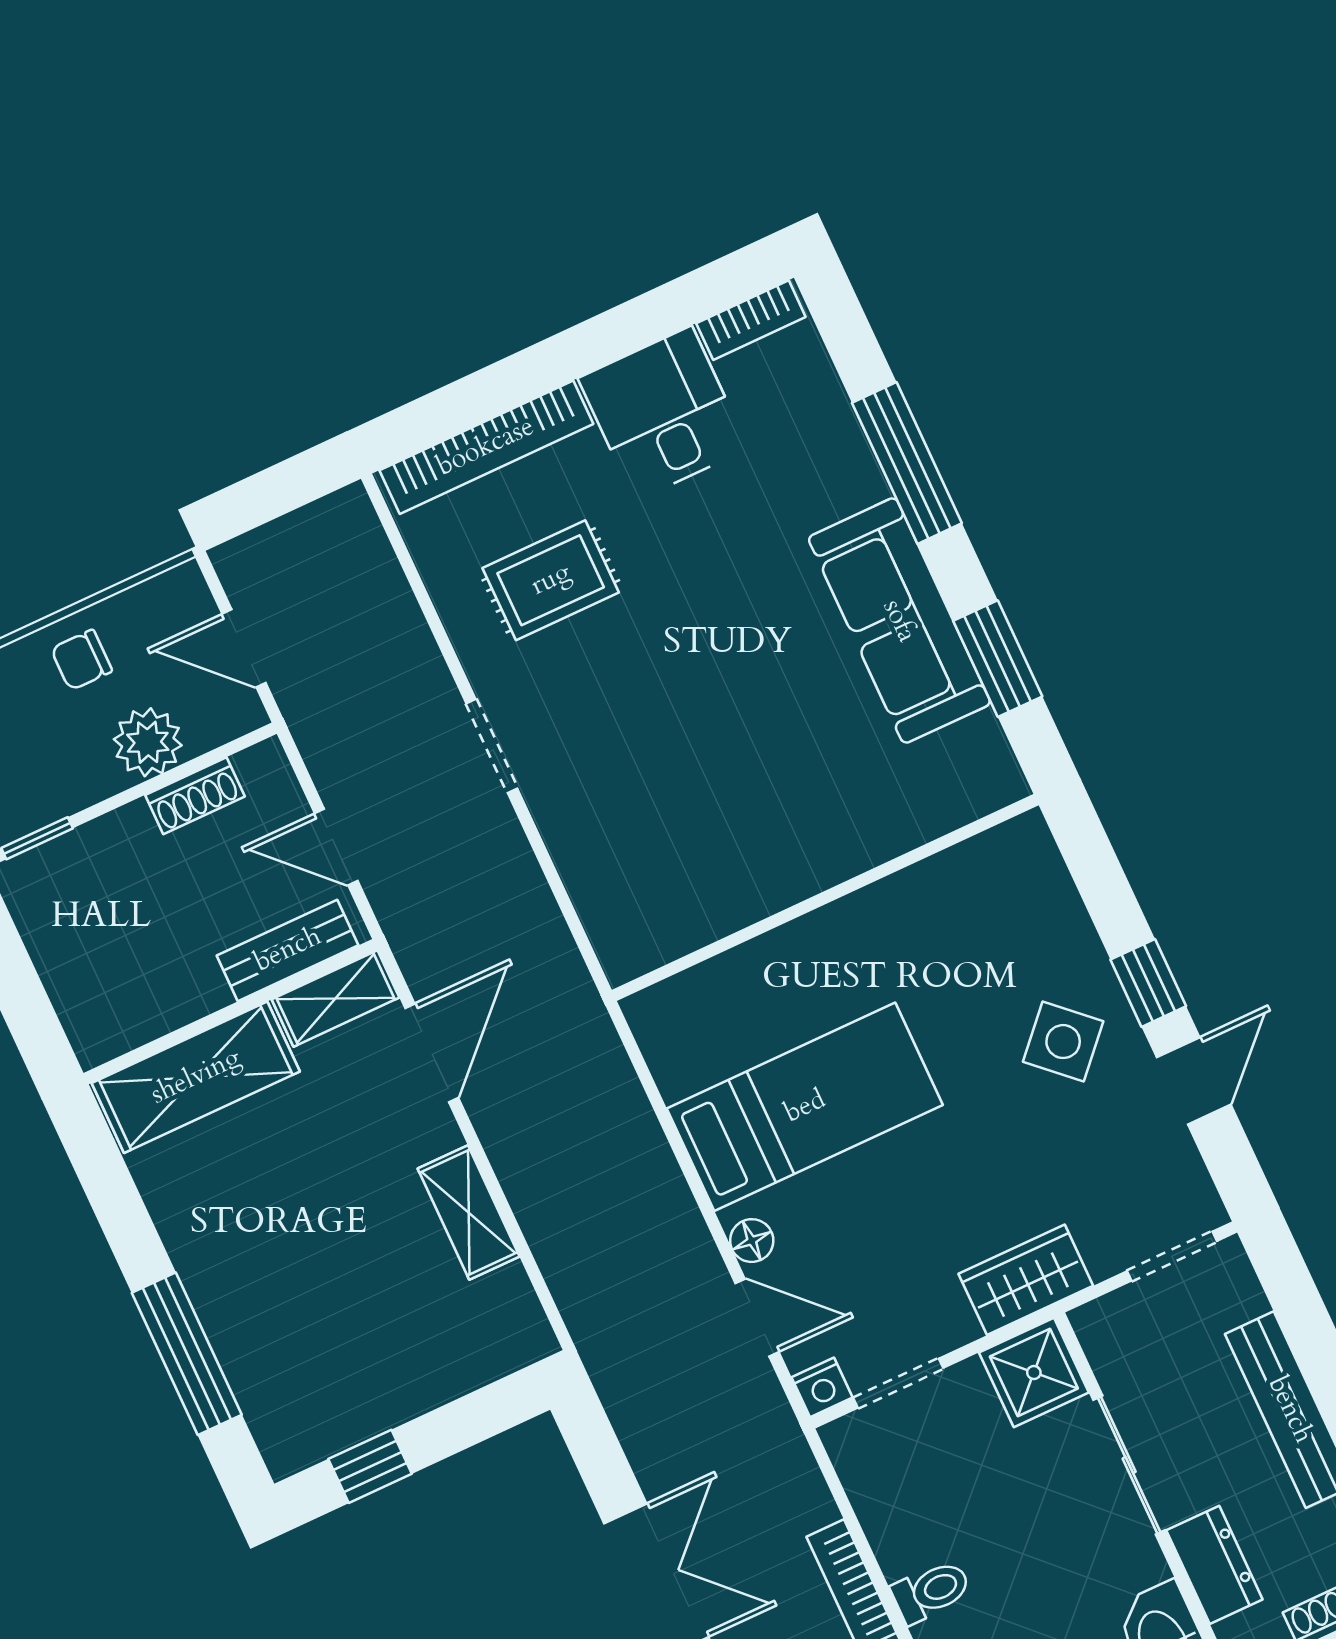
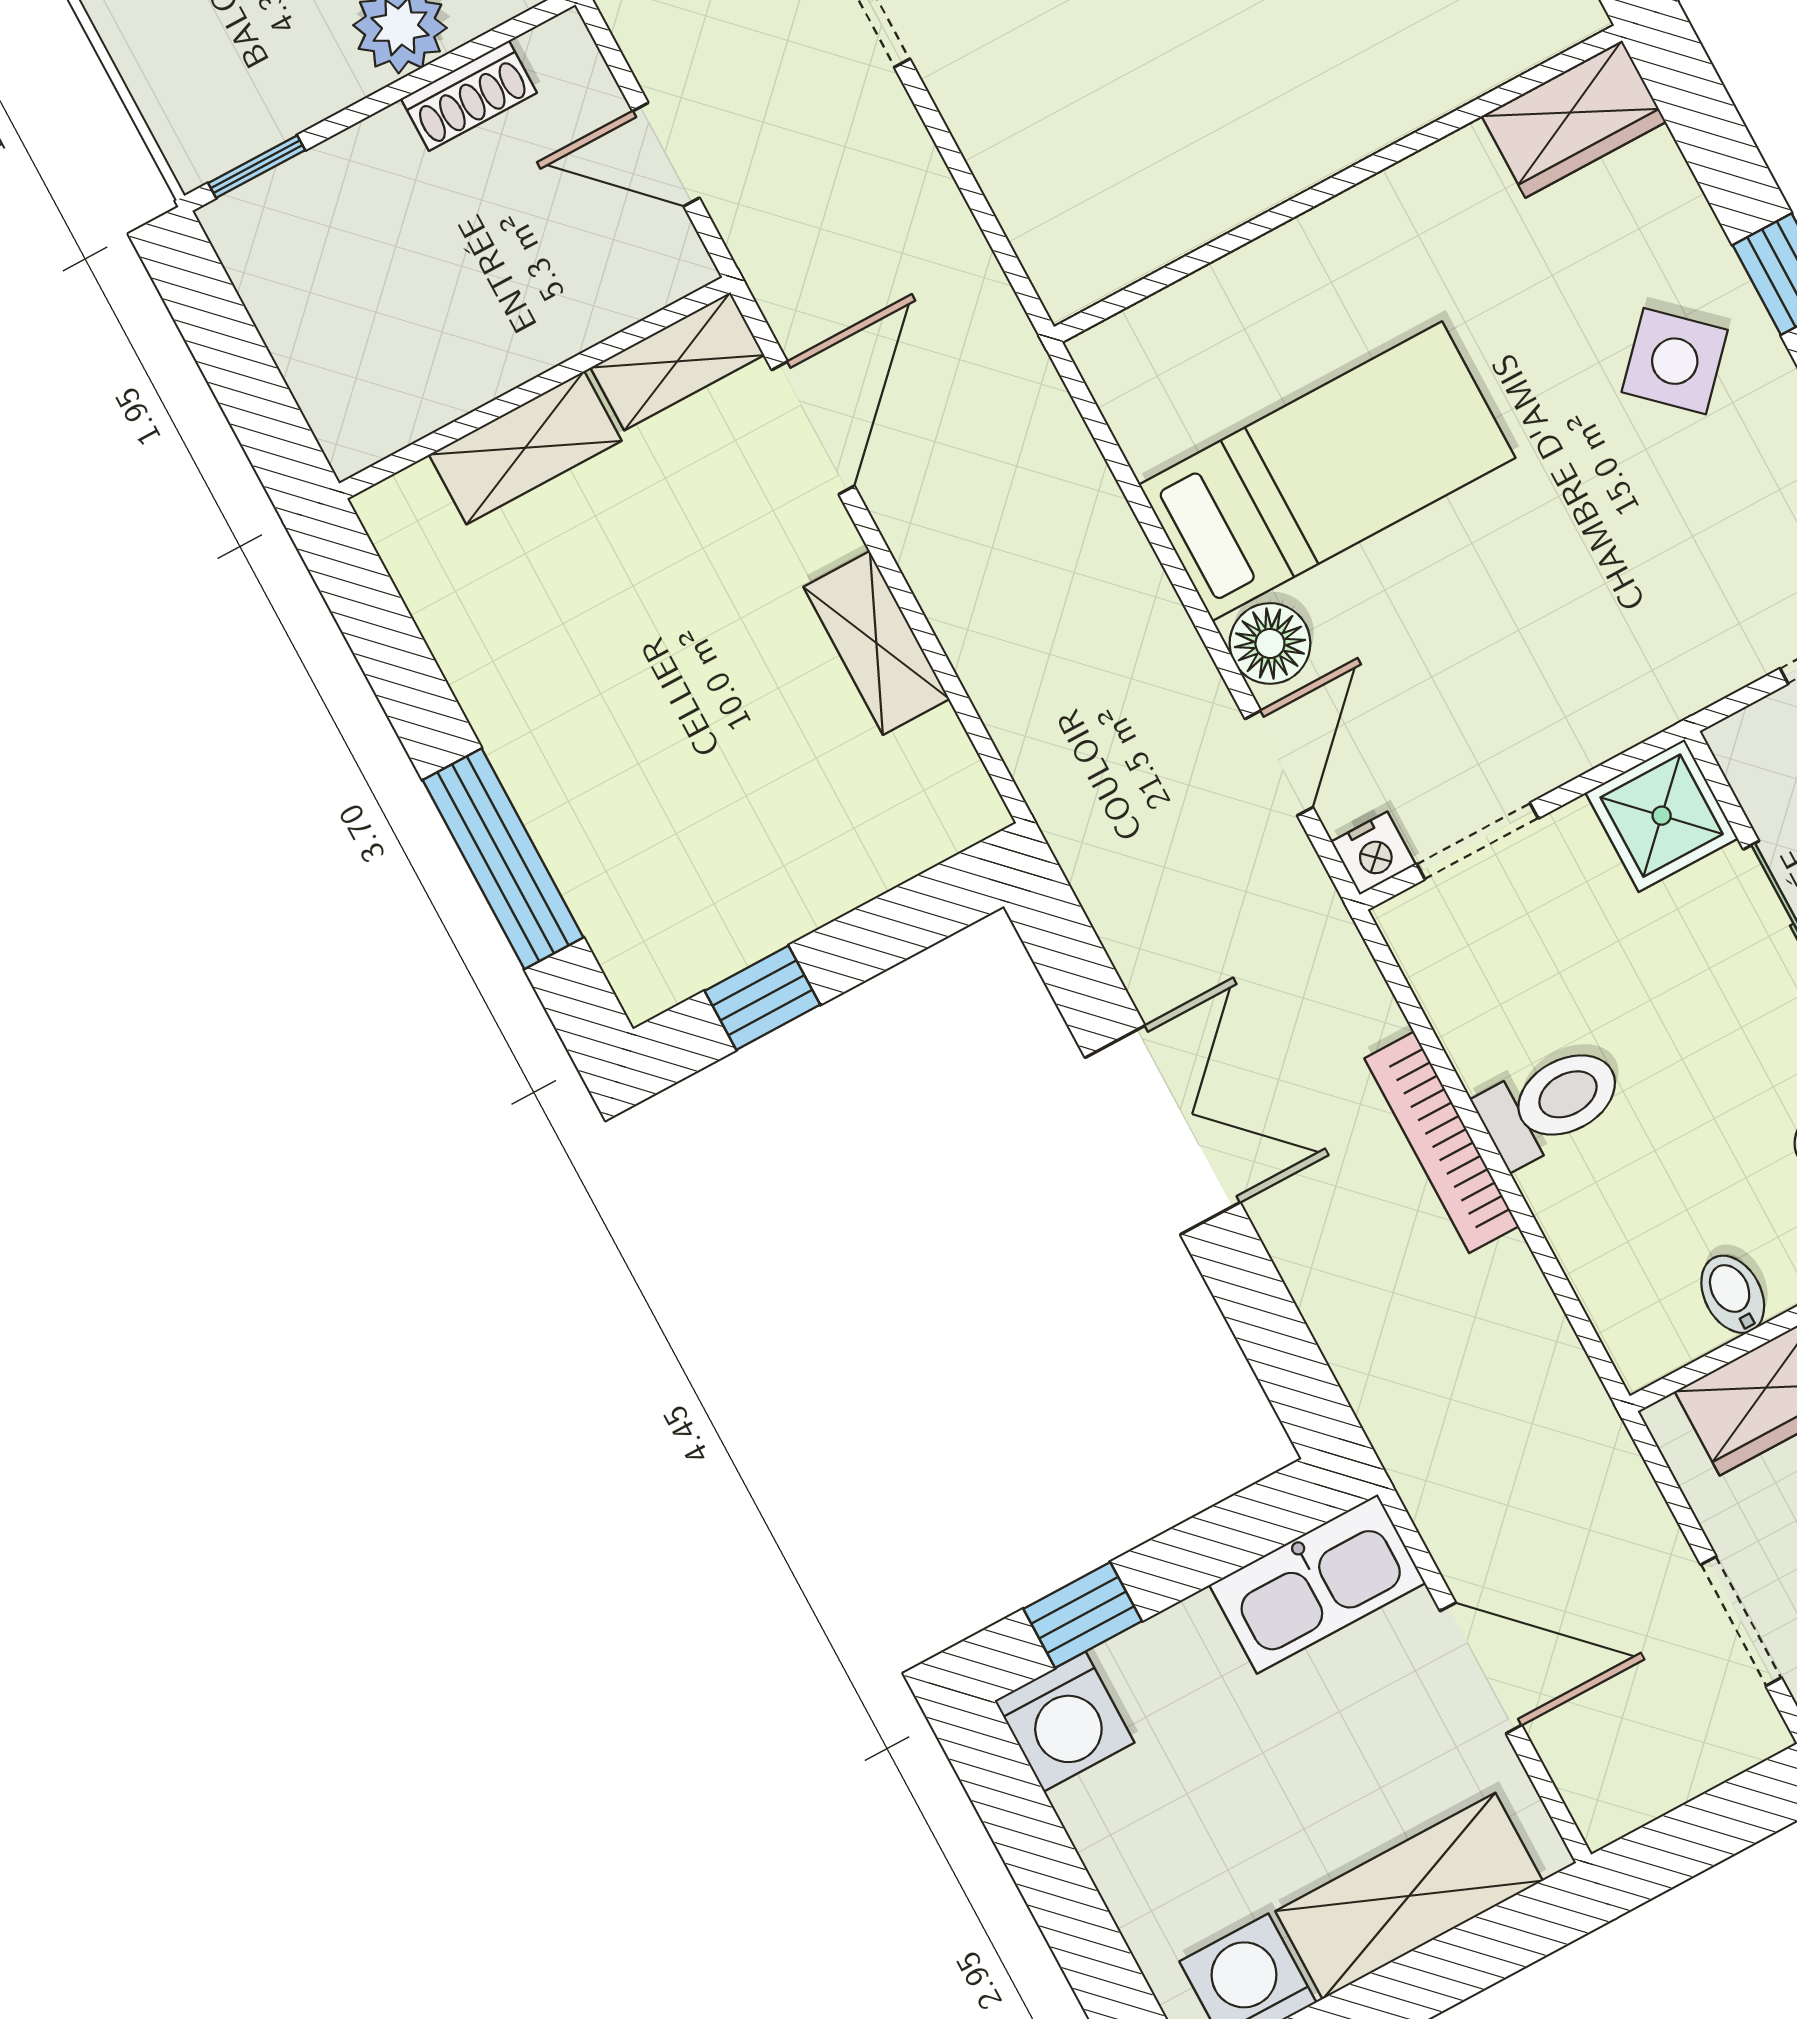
bench: (288, 950) -> (608, 300), removed
shelving: (196, 1077) -> (525, 448), width x0.67, depth x0.75
floor lamp: (752, 1241) -> (1270, 643), width x1.37, depth x1.37
wardrobe: (1026, 1280) -> (1574, 119), moved, turned 180
door: (757, 1318) -> (1279, 763), hinge flipped
toilet: (931, 1591) -> (1551, 1104), width x1.37, depth x1.39

